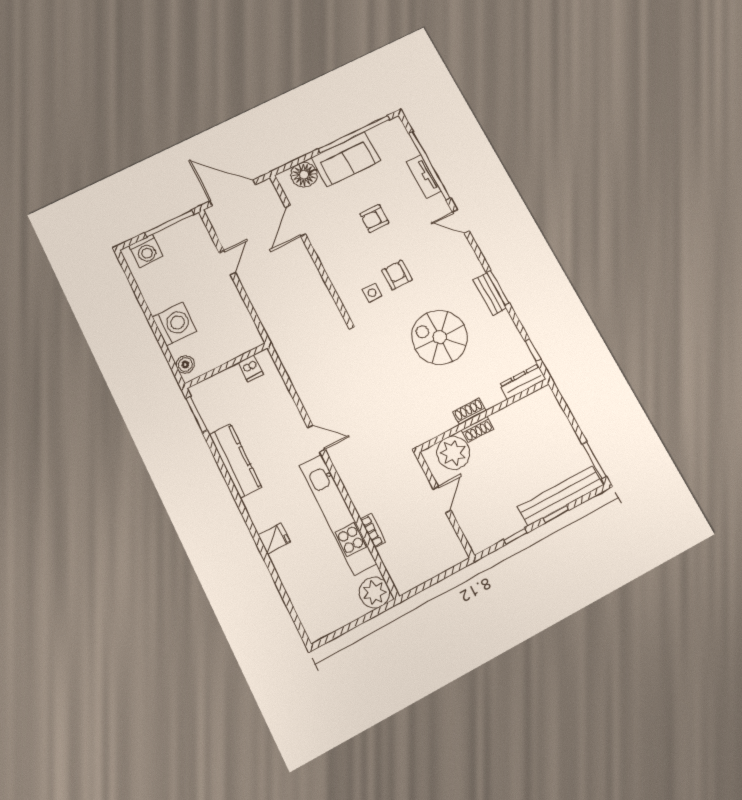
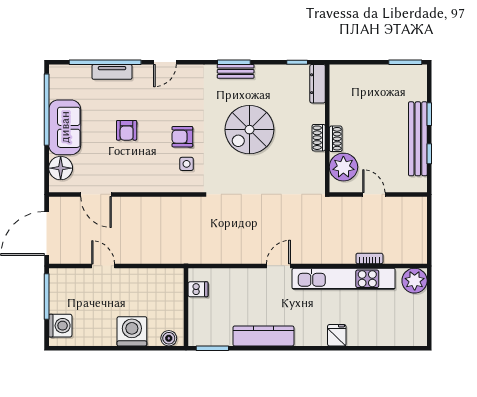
bench: (561, 496) -> (418, 139), moved

